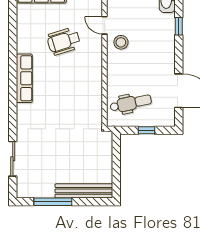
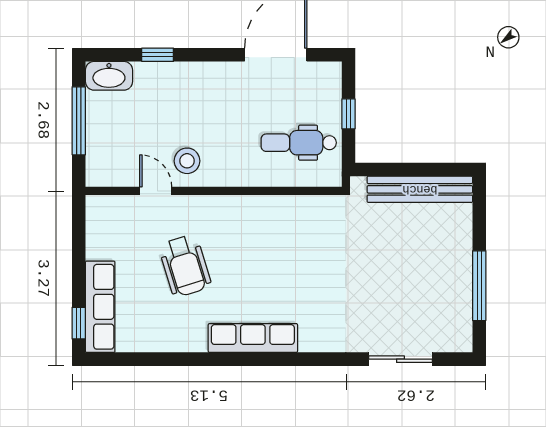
door: (105, 25) -> (156, 191), swing flipped
dental chair: (131, 103) -> (299, 143), turned -78
bench: (84, 191) -> (420, 189), moved, turned 90

